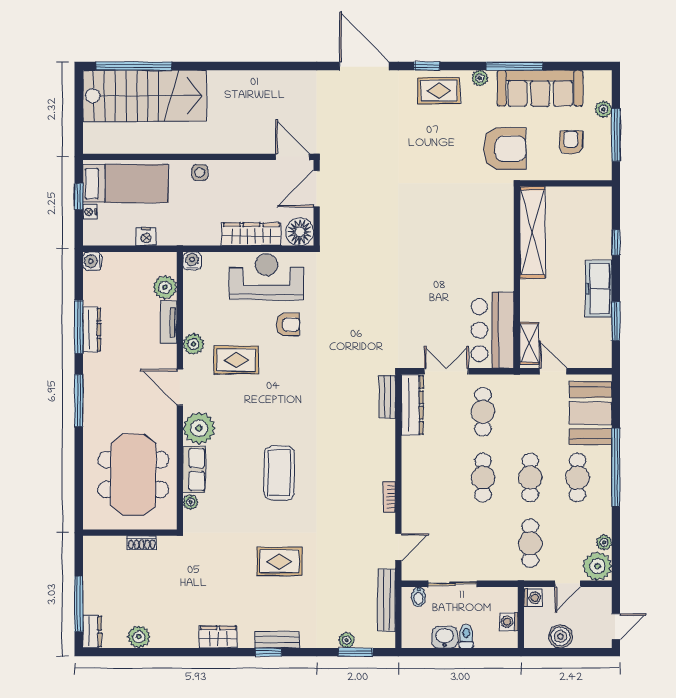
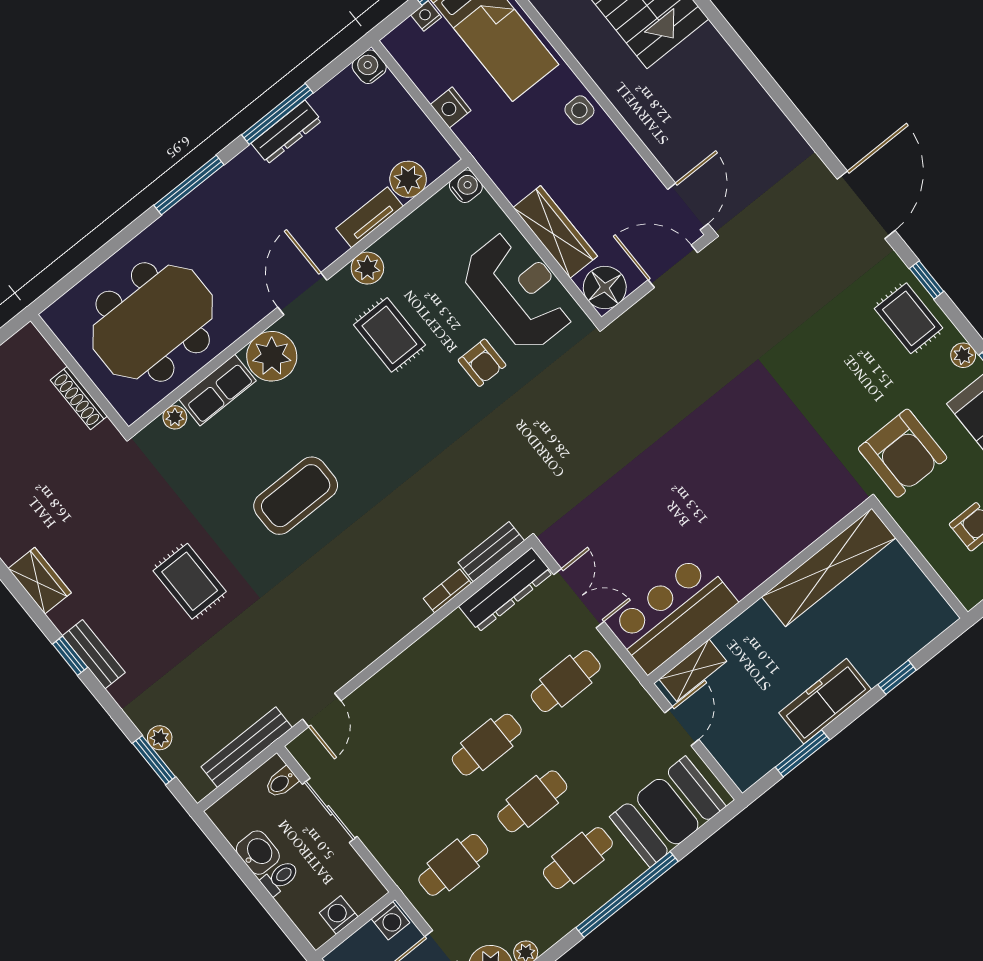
bookcase: (389, 497) -> (447, 591), moved
shoe rack: (142, 543) -> (79, 398), width x1.43
door: (398, 547) -> (322, 710), hinge flipped

